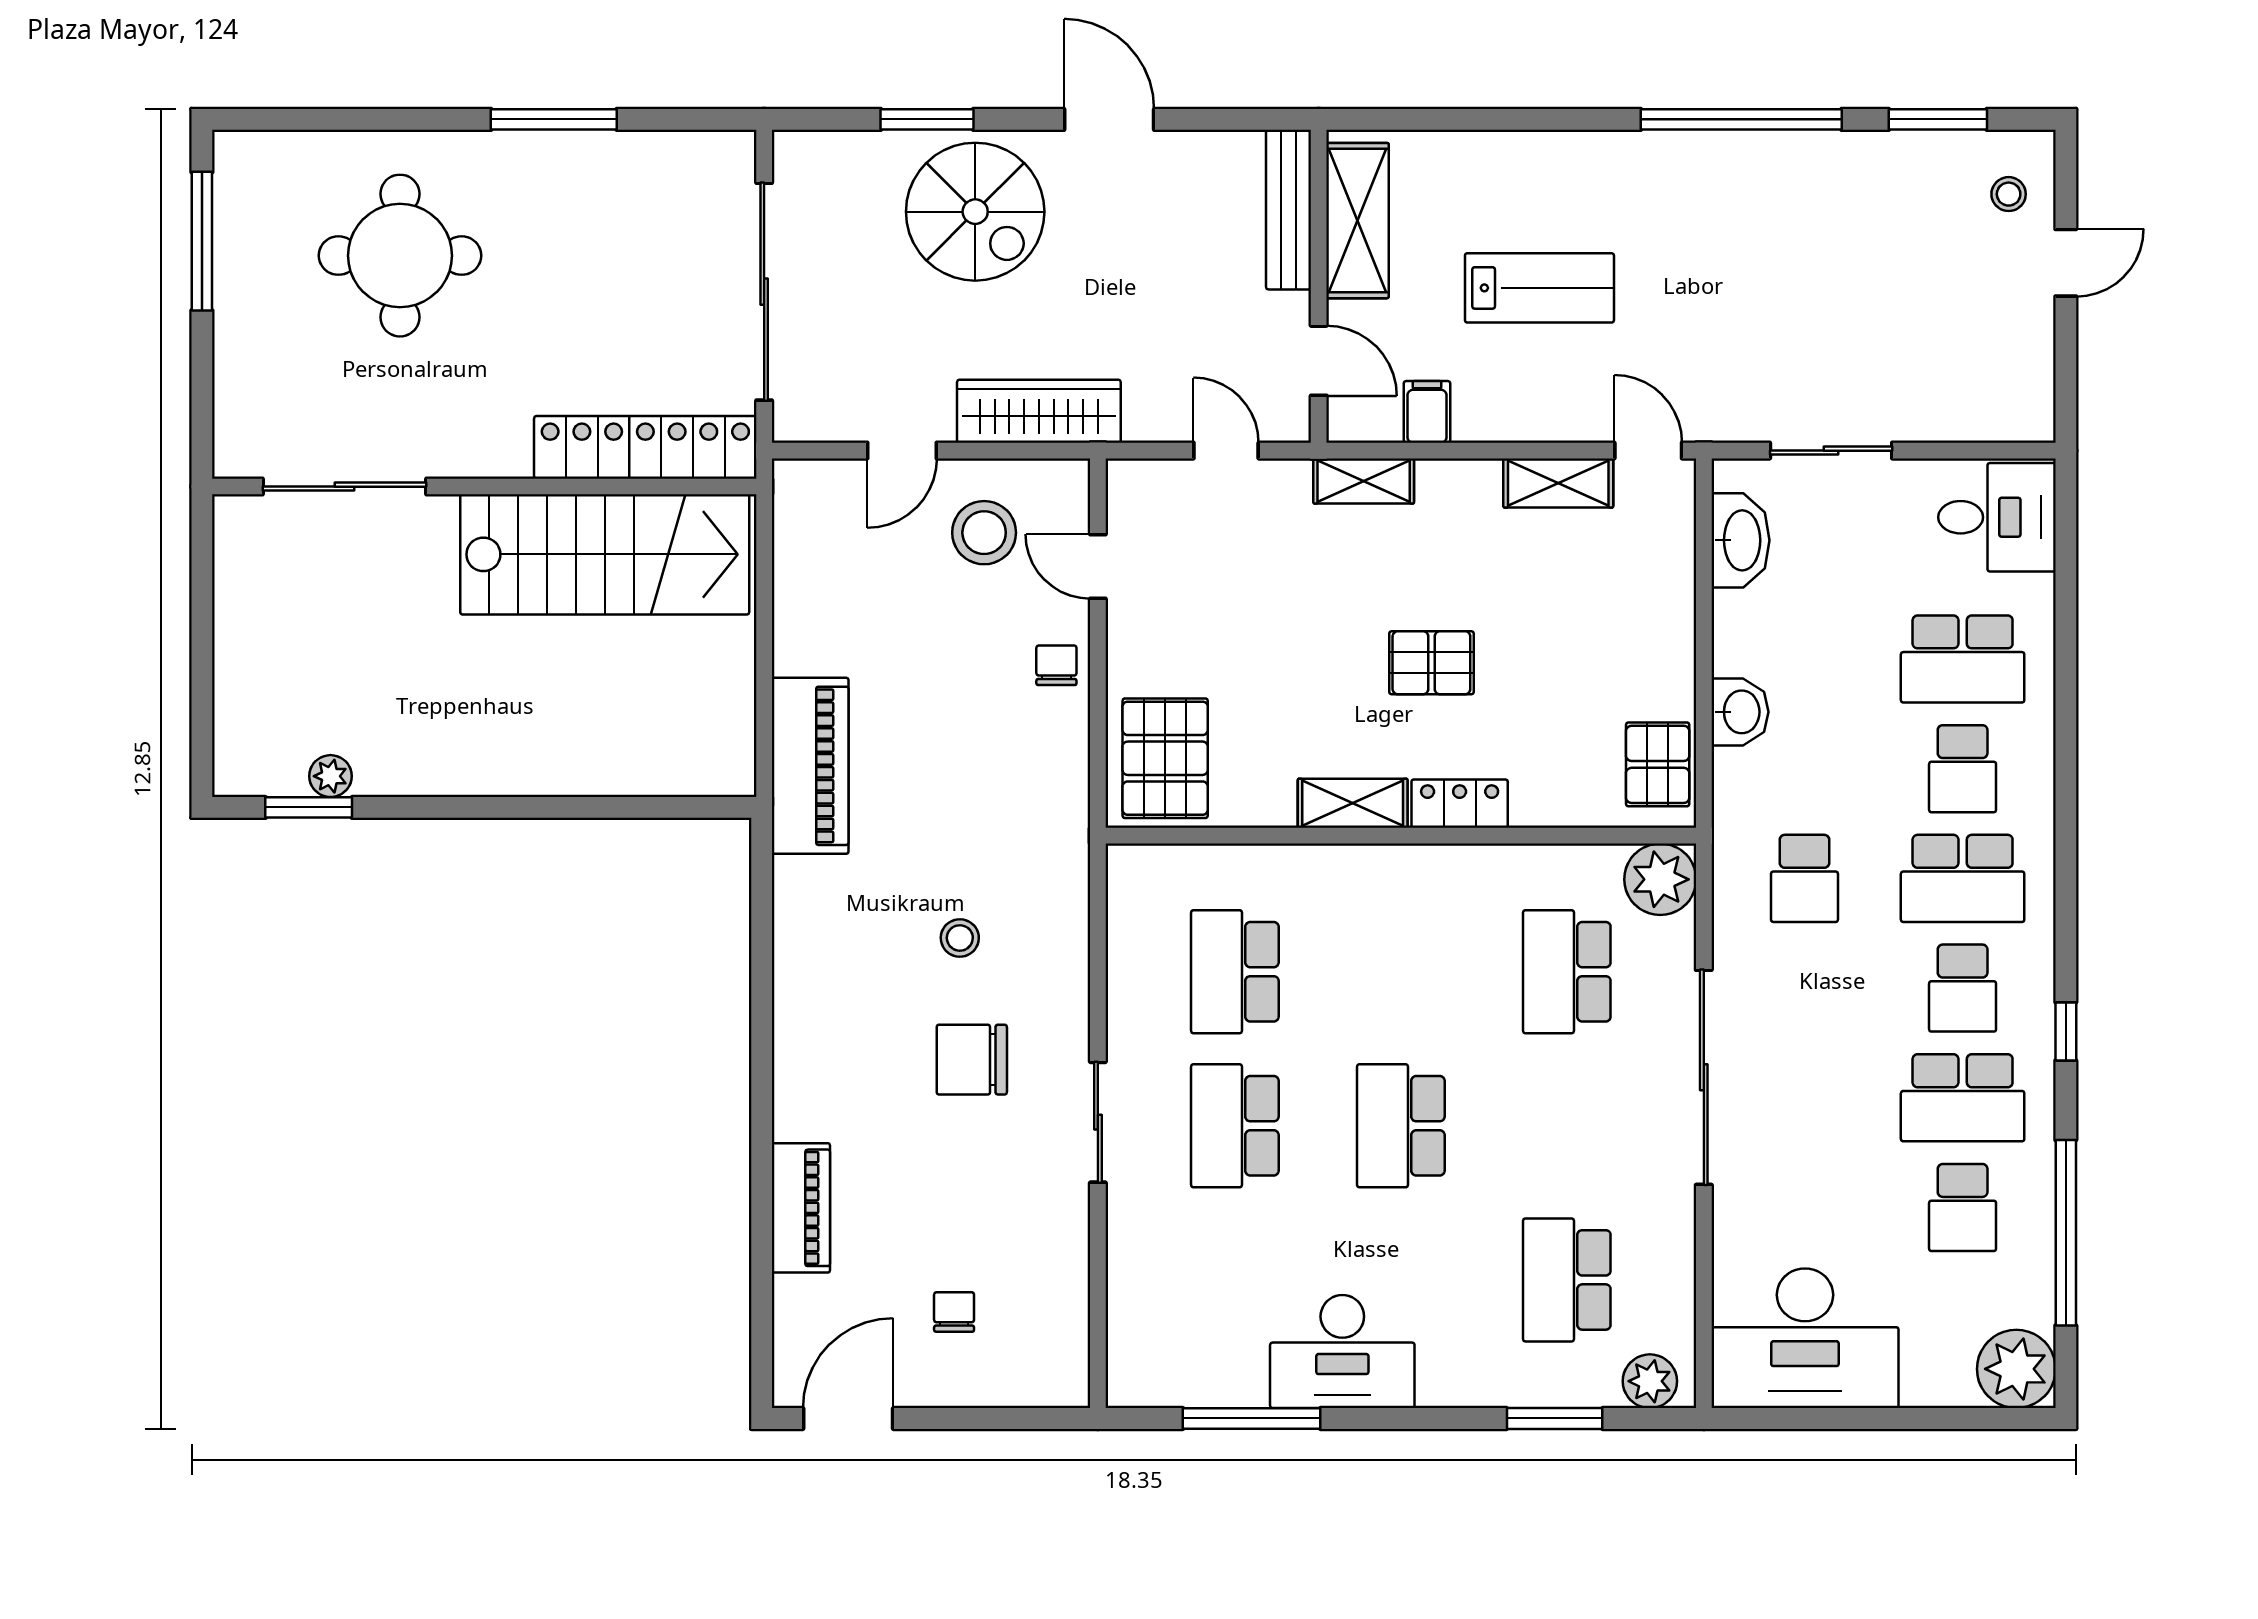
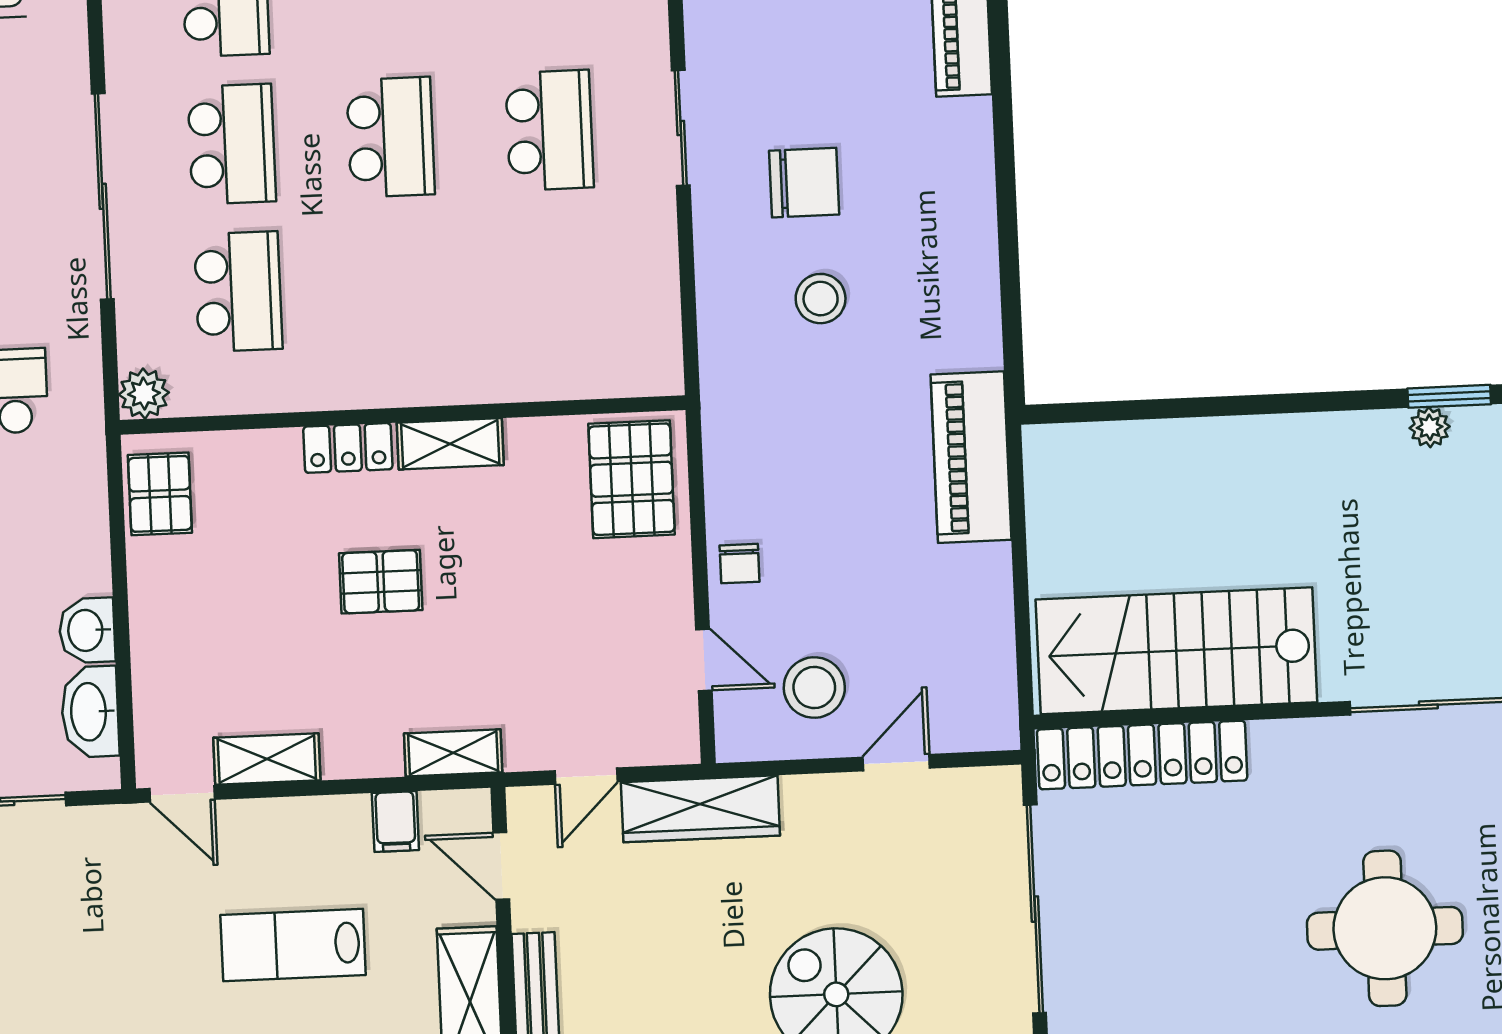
wardrobe: (1039, 411) -> (700, 809), moved
door: (1226, 451) -> (586, 776), hinge flipped
washbasin: (1740, 712) -> (87, 630), moved
plant: (1660, 879) -> (144, 394), width x0.73, depth x0.73
stool: (960, 938) -> (821, 299), width x1.37, depth x1.37
school desk: (1235, 972) -> (232, 144), moved

